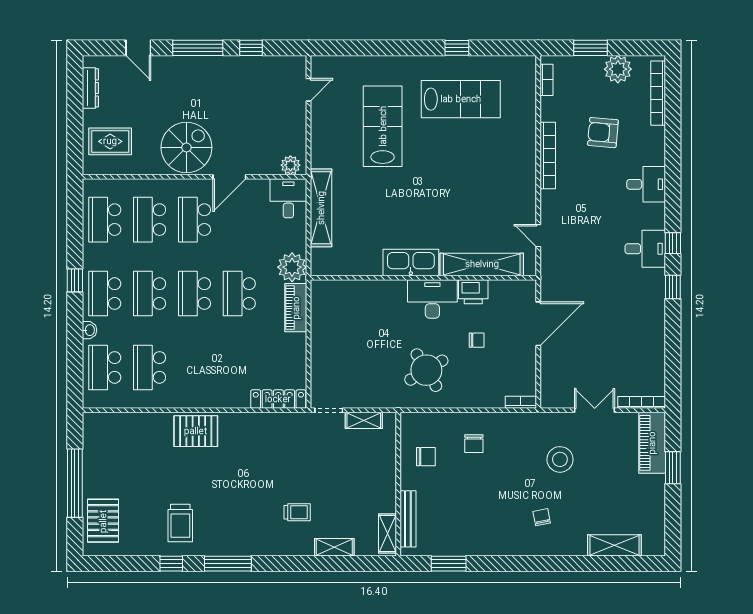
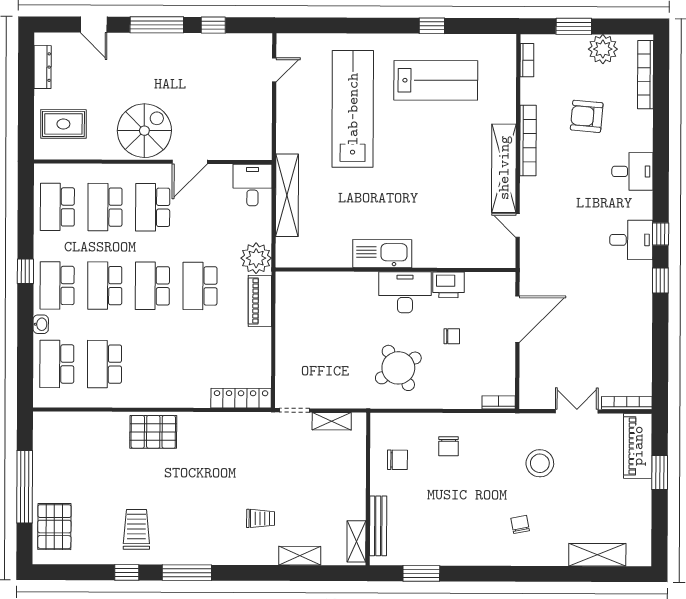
lab bench: (383, 126) -> (353, 109), width x1.36
plant: (290, 165) -> (255, 150), removed
shelving: (482, 264) -> (504, 168), moved, turned 90
trolley: (180, 523) -> (136, 529), turned 180

